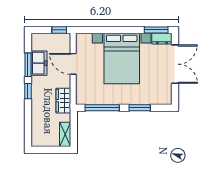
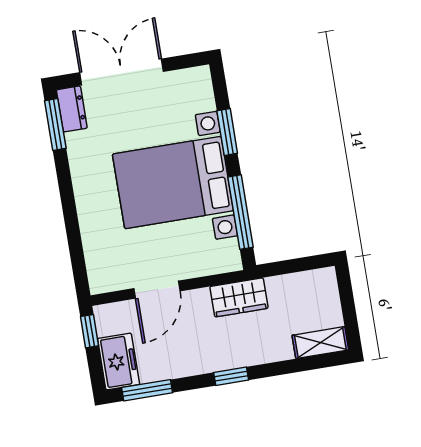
bed with nightstands: (122, 58) -> (173, 182), moved, turned 180
freezer: (39, 63) -> (119, 362), moved, turned 90
window: (28, 65) -> (147, 390), moved
shelving: (65, 134) -> (320, 343), moved

